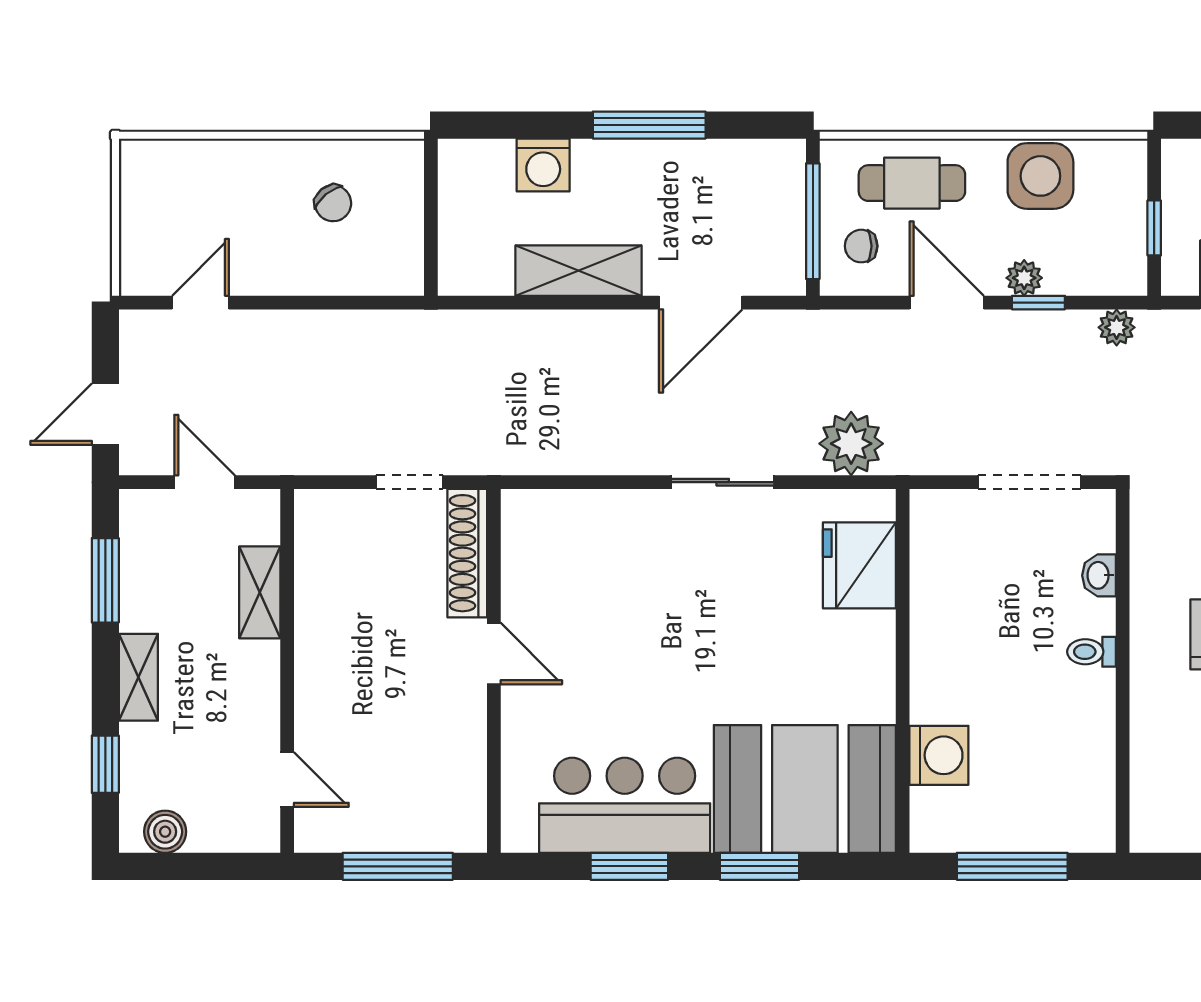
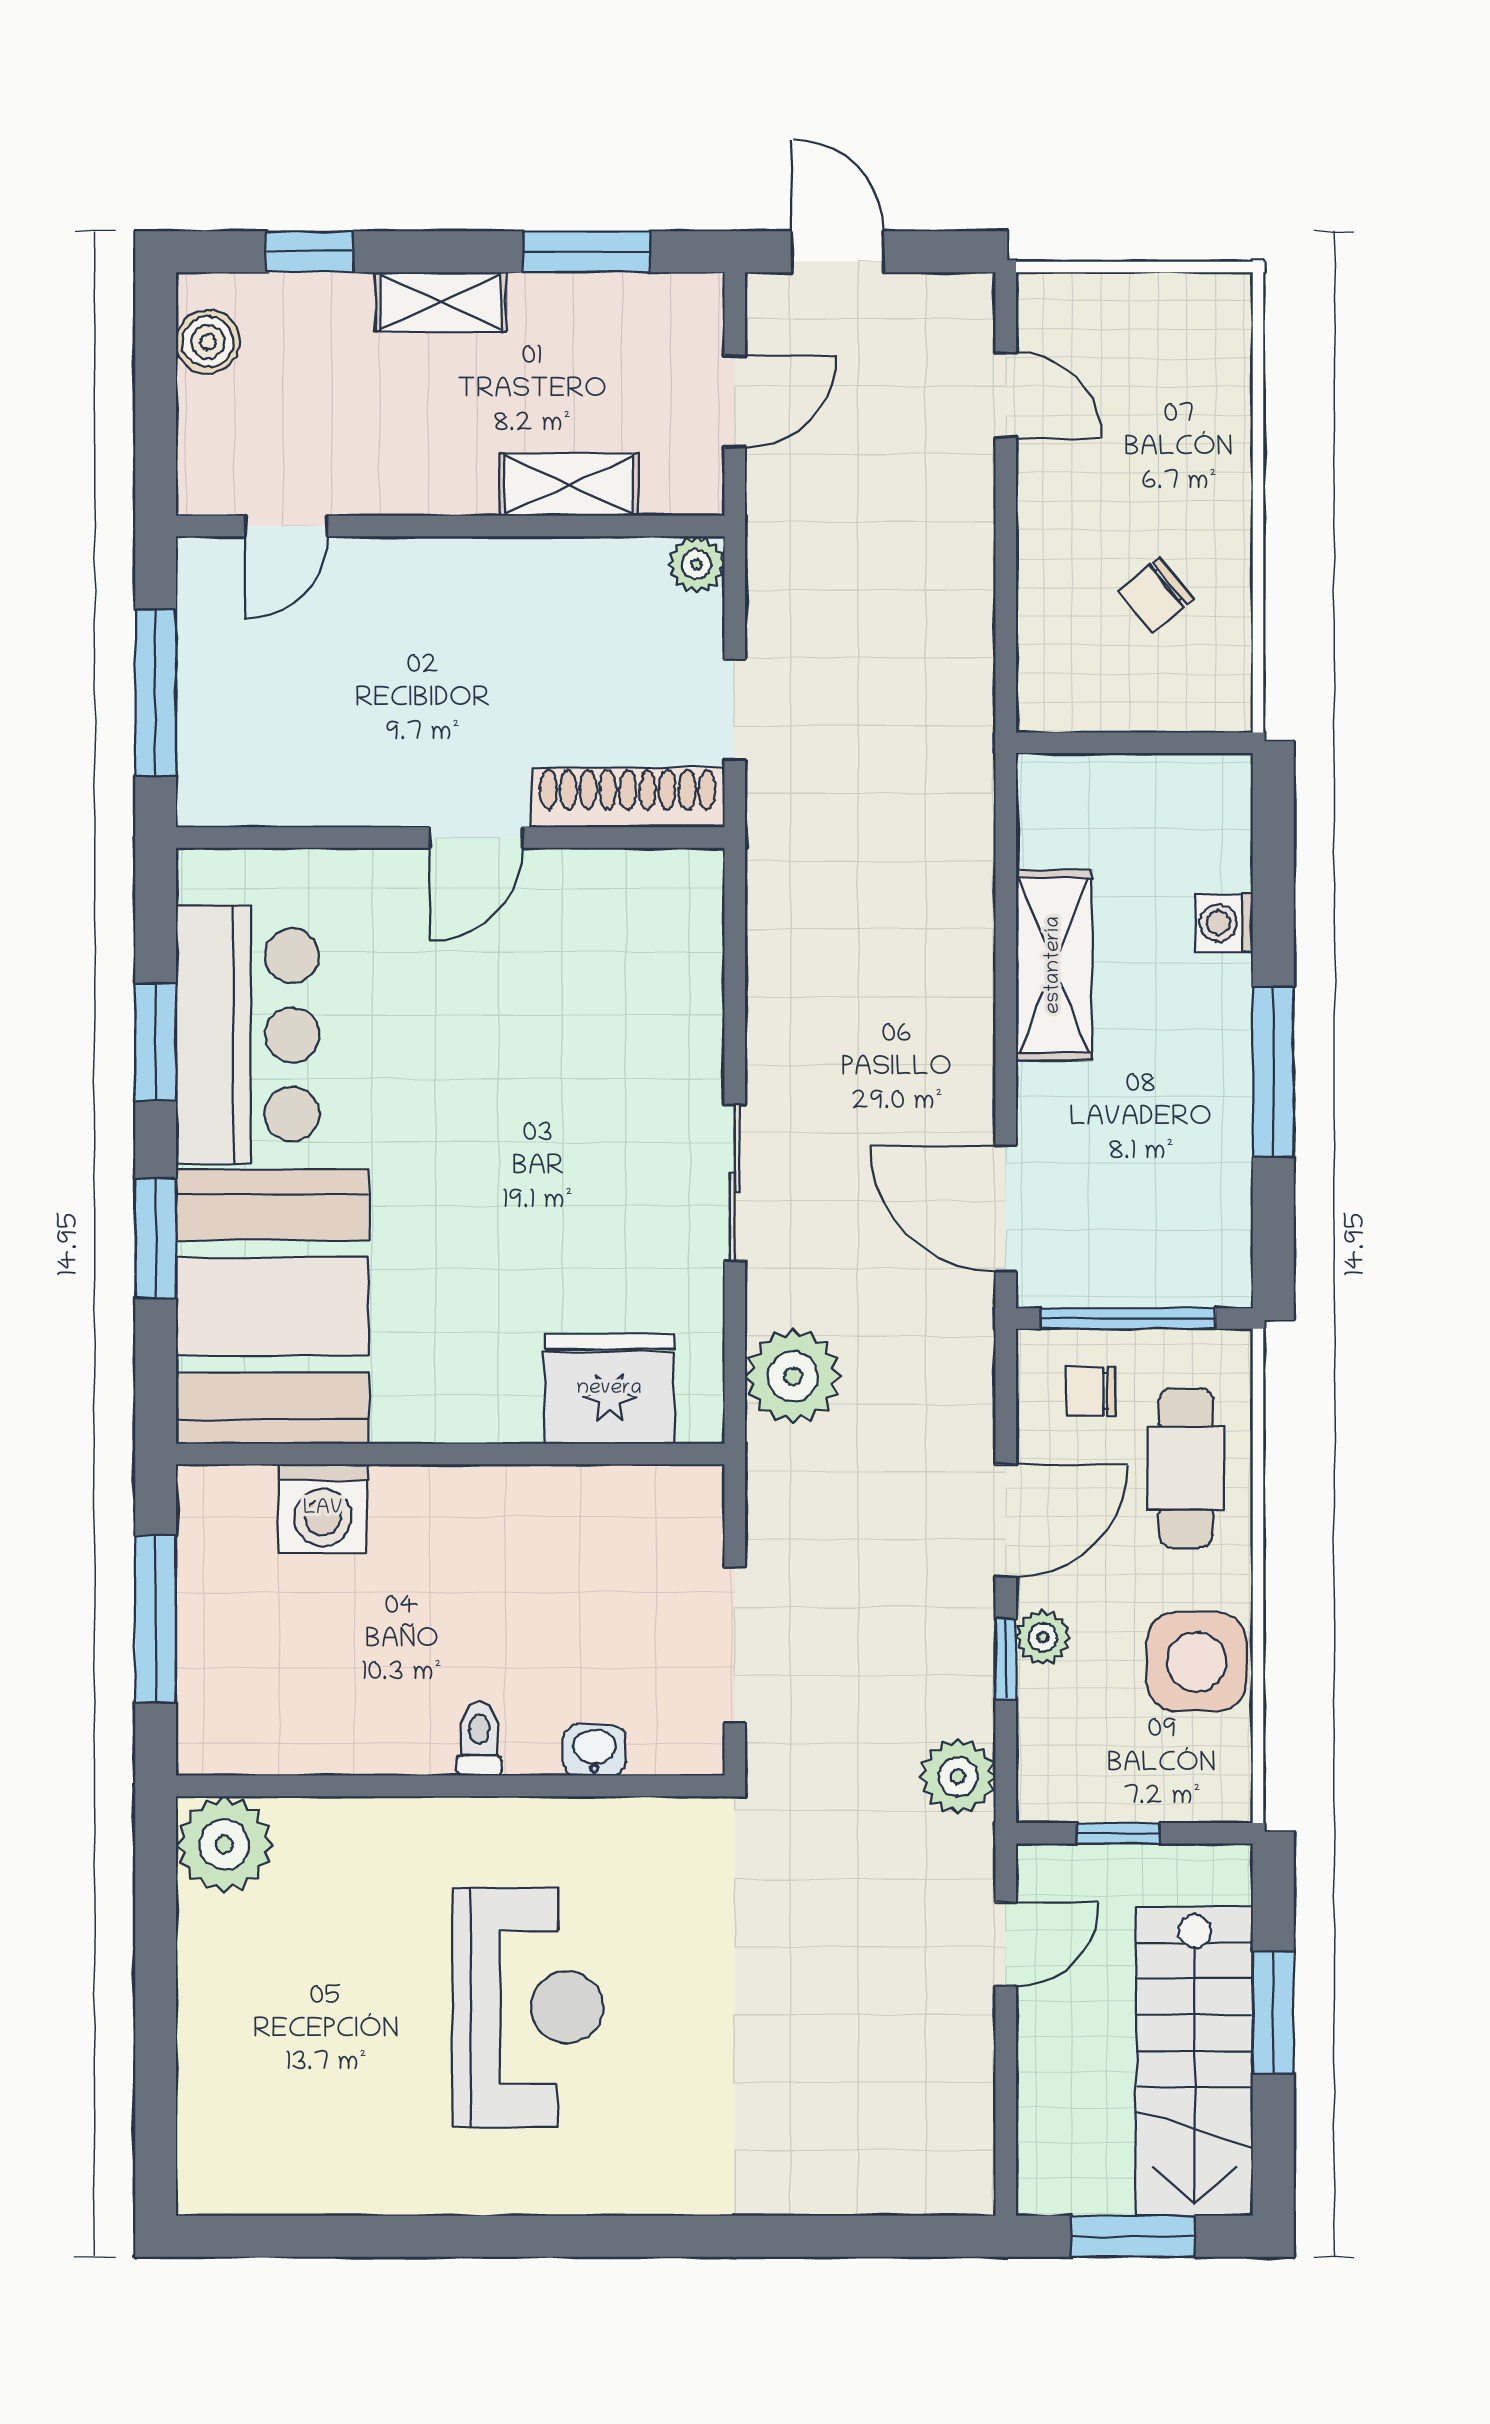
washing machine: (543, 165) -> (1224, 923), width x0.73, depth x0.73
chair: (861, 246) -> (1091, 1391), turned -90
door: (701, 303) -> (1006, 1208), moved
plant: (1117, 327) -> (958, 1777), width x1.38, depth x1.38
plant: (313, 508) -> (696, 564), added
plant: (1162, 821) -> (224, 1844), added

